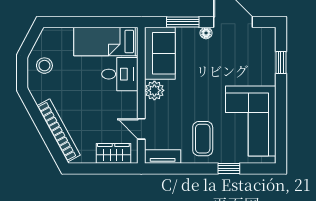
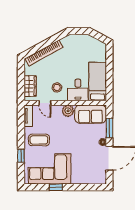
window: (281, 62) -> (56, 187), moved
stool: (44, 66) -> (57, 87), moved
door: (141, 129) -> (45, 103), swing flipped

